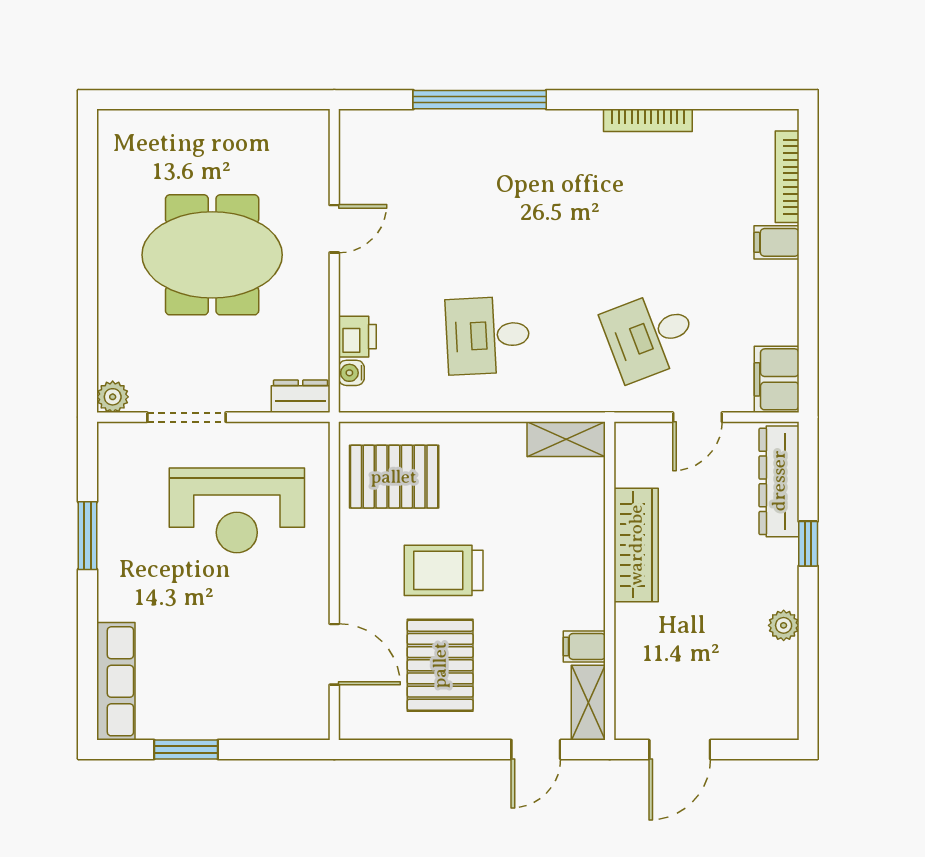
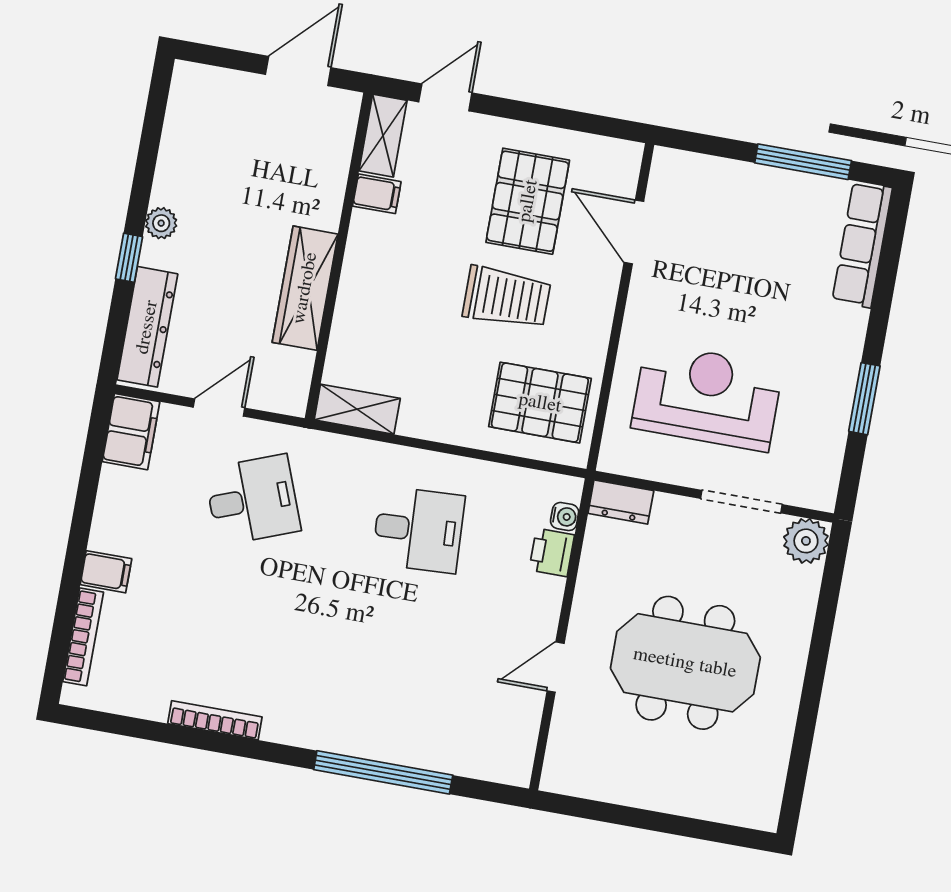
plant: (113, 397) -> (806, 541), width x1.38, depth x1.38
plant: (784, 625) -> (161, 223), moved
window: (186, 750) -> (803, 162), width x1.44

